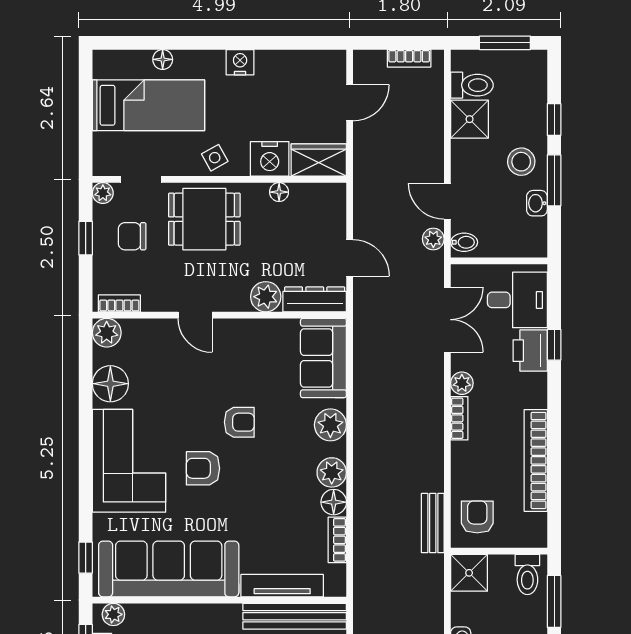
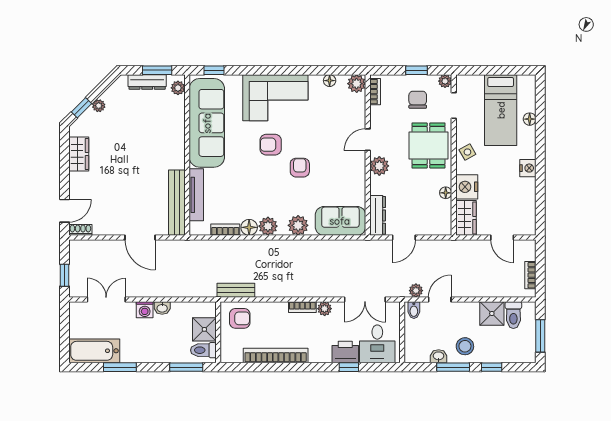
plant: (266, 297) -> (379, 166), moved
floor lamp: (110, 384) -> (330, 81), width x0.53, depth x0.53
armchair: (239, 422) -> (300, 168), turned 180
armchair: (203, 468) -> (271, 145), turned -90
shower: (469, 573) -> (204, 329), moved

